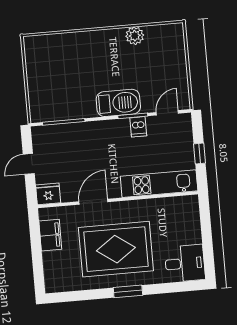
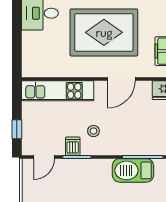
barbecue: (118, 103) -> (133, 170), moved
stool: (118, 145) -> (93, 131), added
window: (200, 154) -> (17, 129), moved

